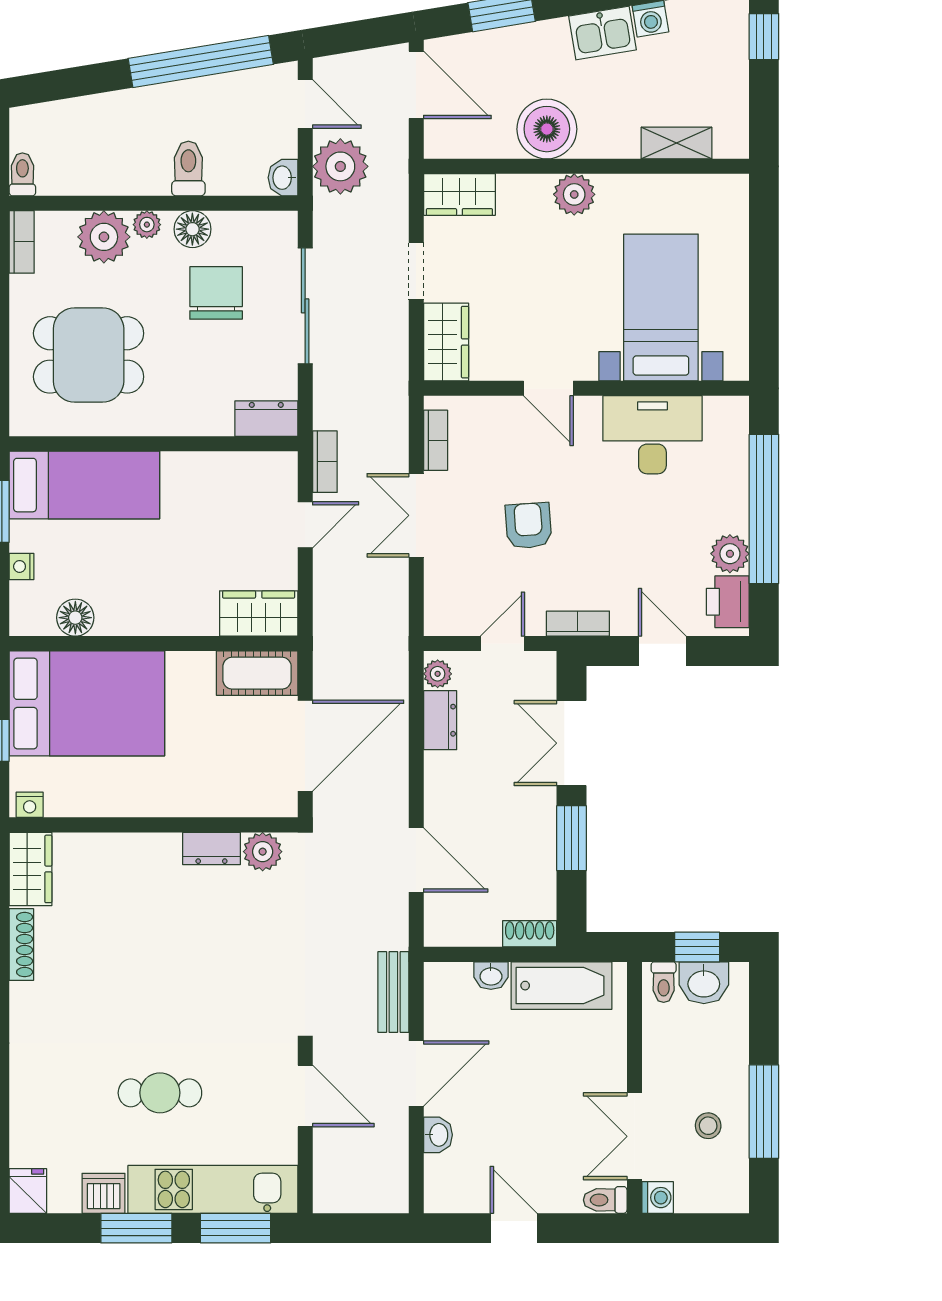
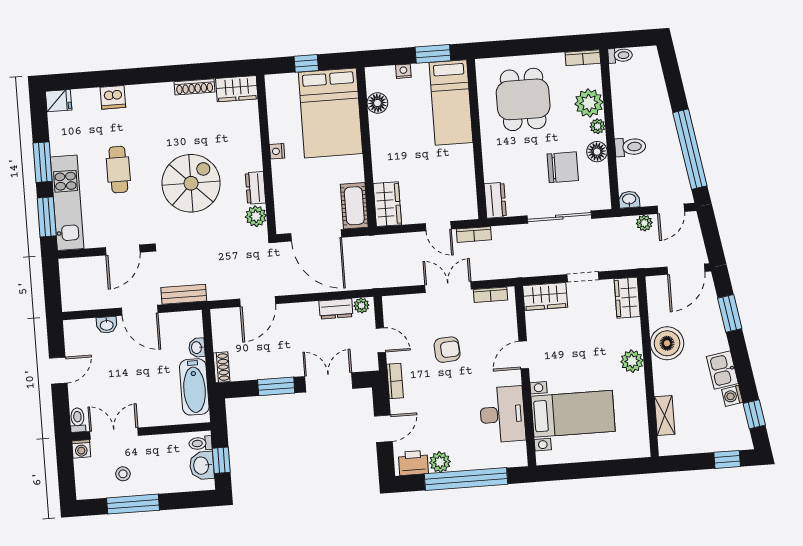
plant: (340, 166) -> (644, 223), width x0.53, depth x0.53
nightstand: (30, 805) -> (277, 151), moved
spiral stairs: (194, 964) -> (191, 183), added
dishwasher: (104, 1193) -> (113, 97), moved, turned 90

